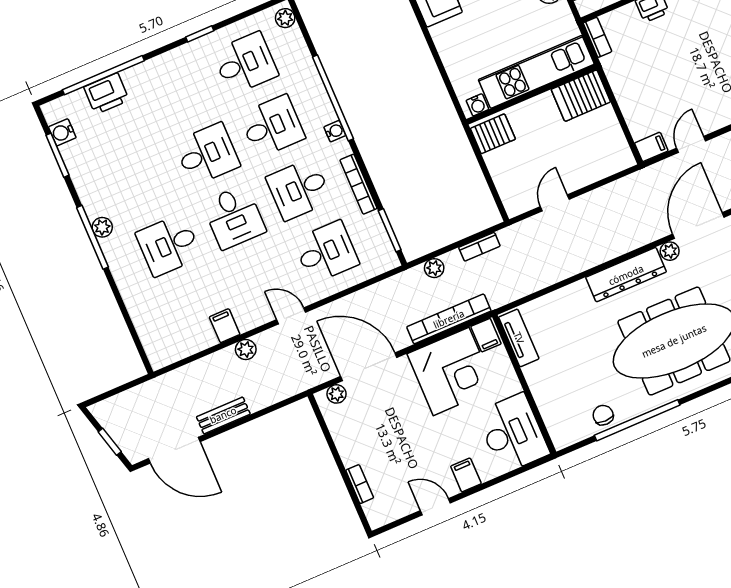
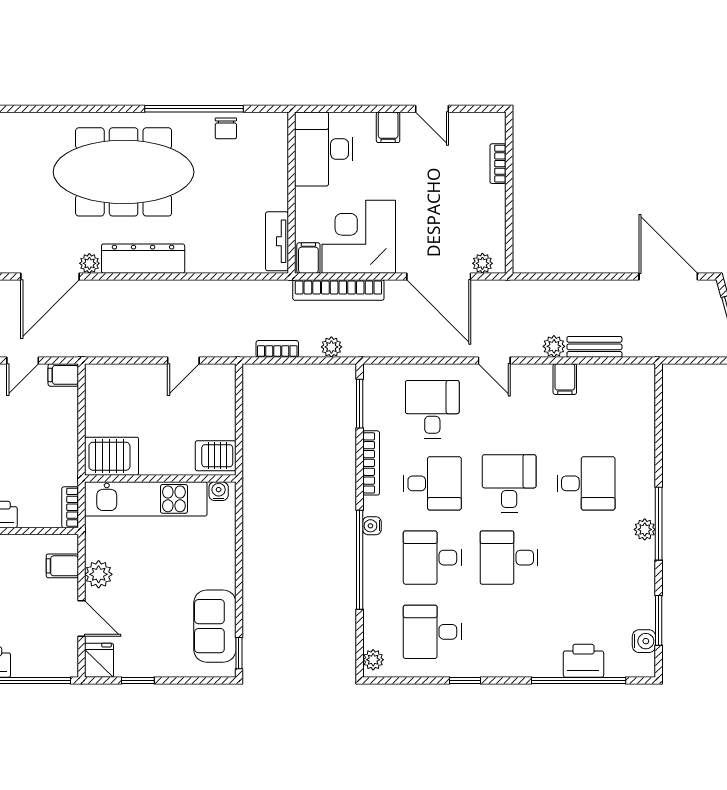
desk: (326, 252) -> (432, 409), turned 90
bench: (223, 415) -> (594, 347), moved

